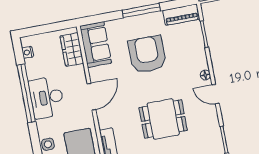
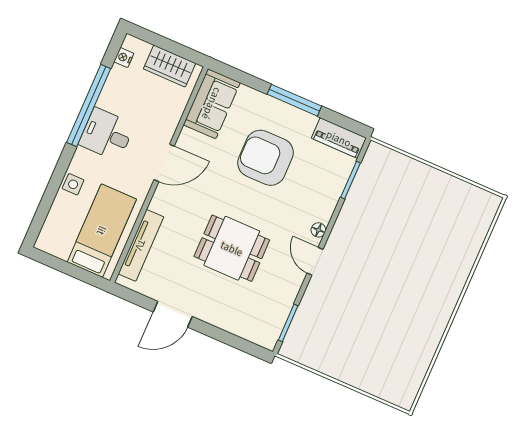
wardrobe: (72, 50) -> (169, 66), moved, turned -90
armchair: (147, 54) -> (266, 158), turned -90
desk: (47, 98) -> (107, 134), width x0.73

